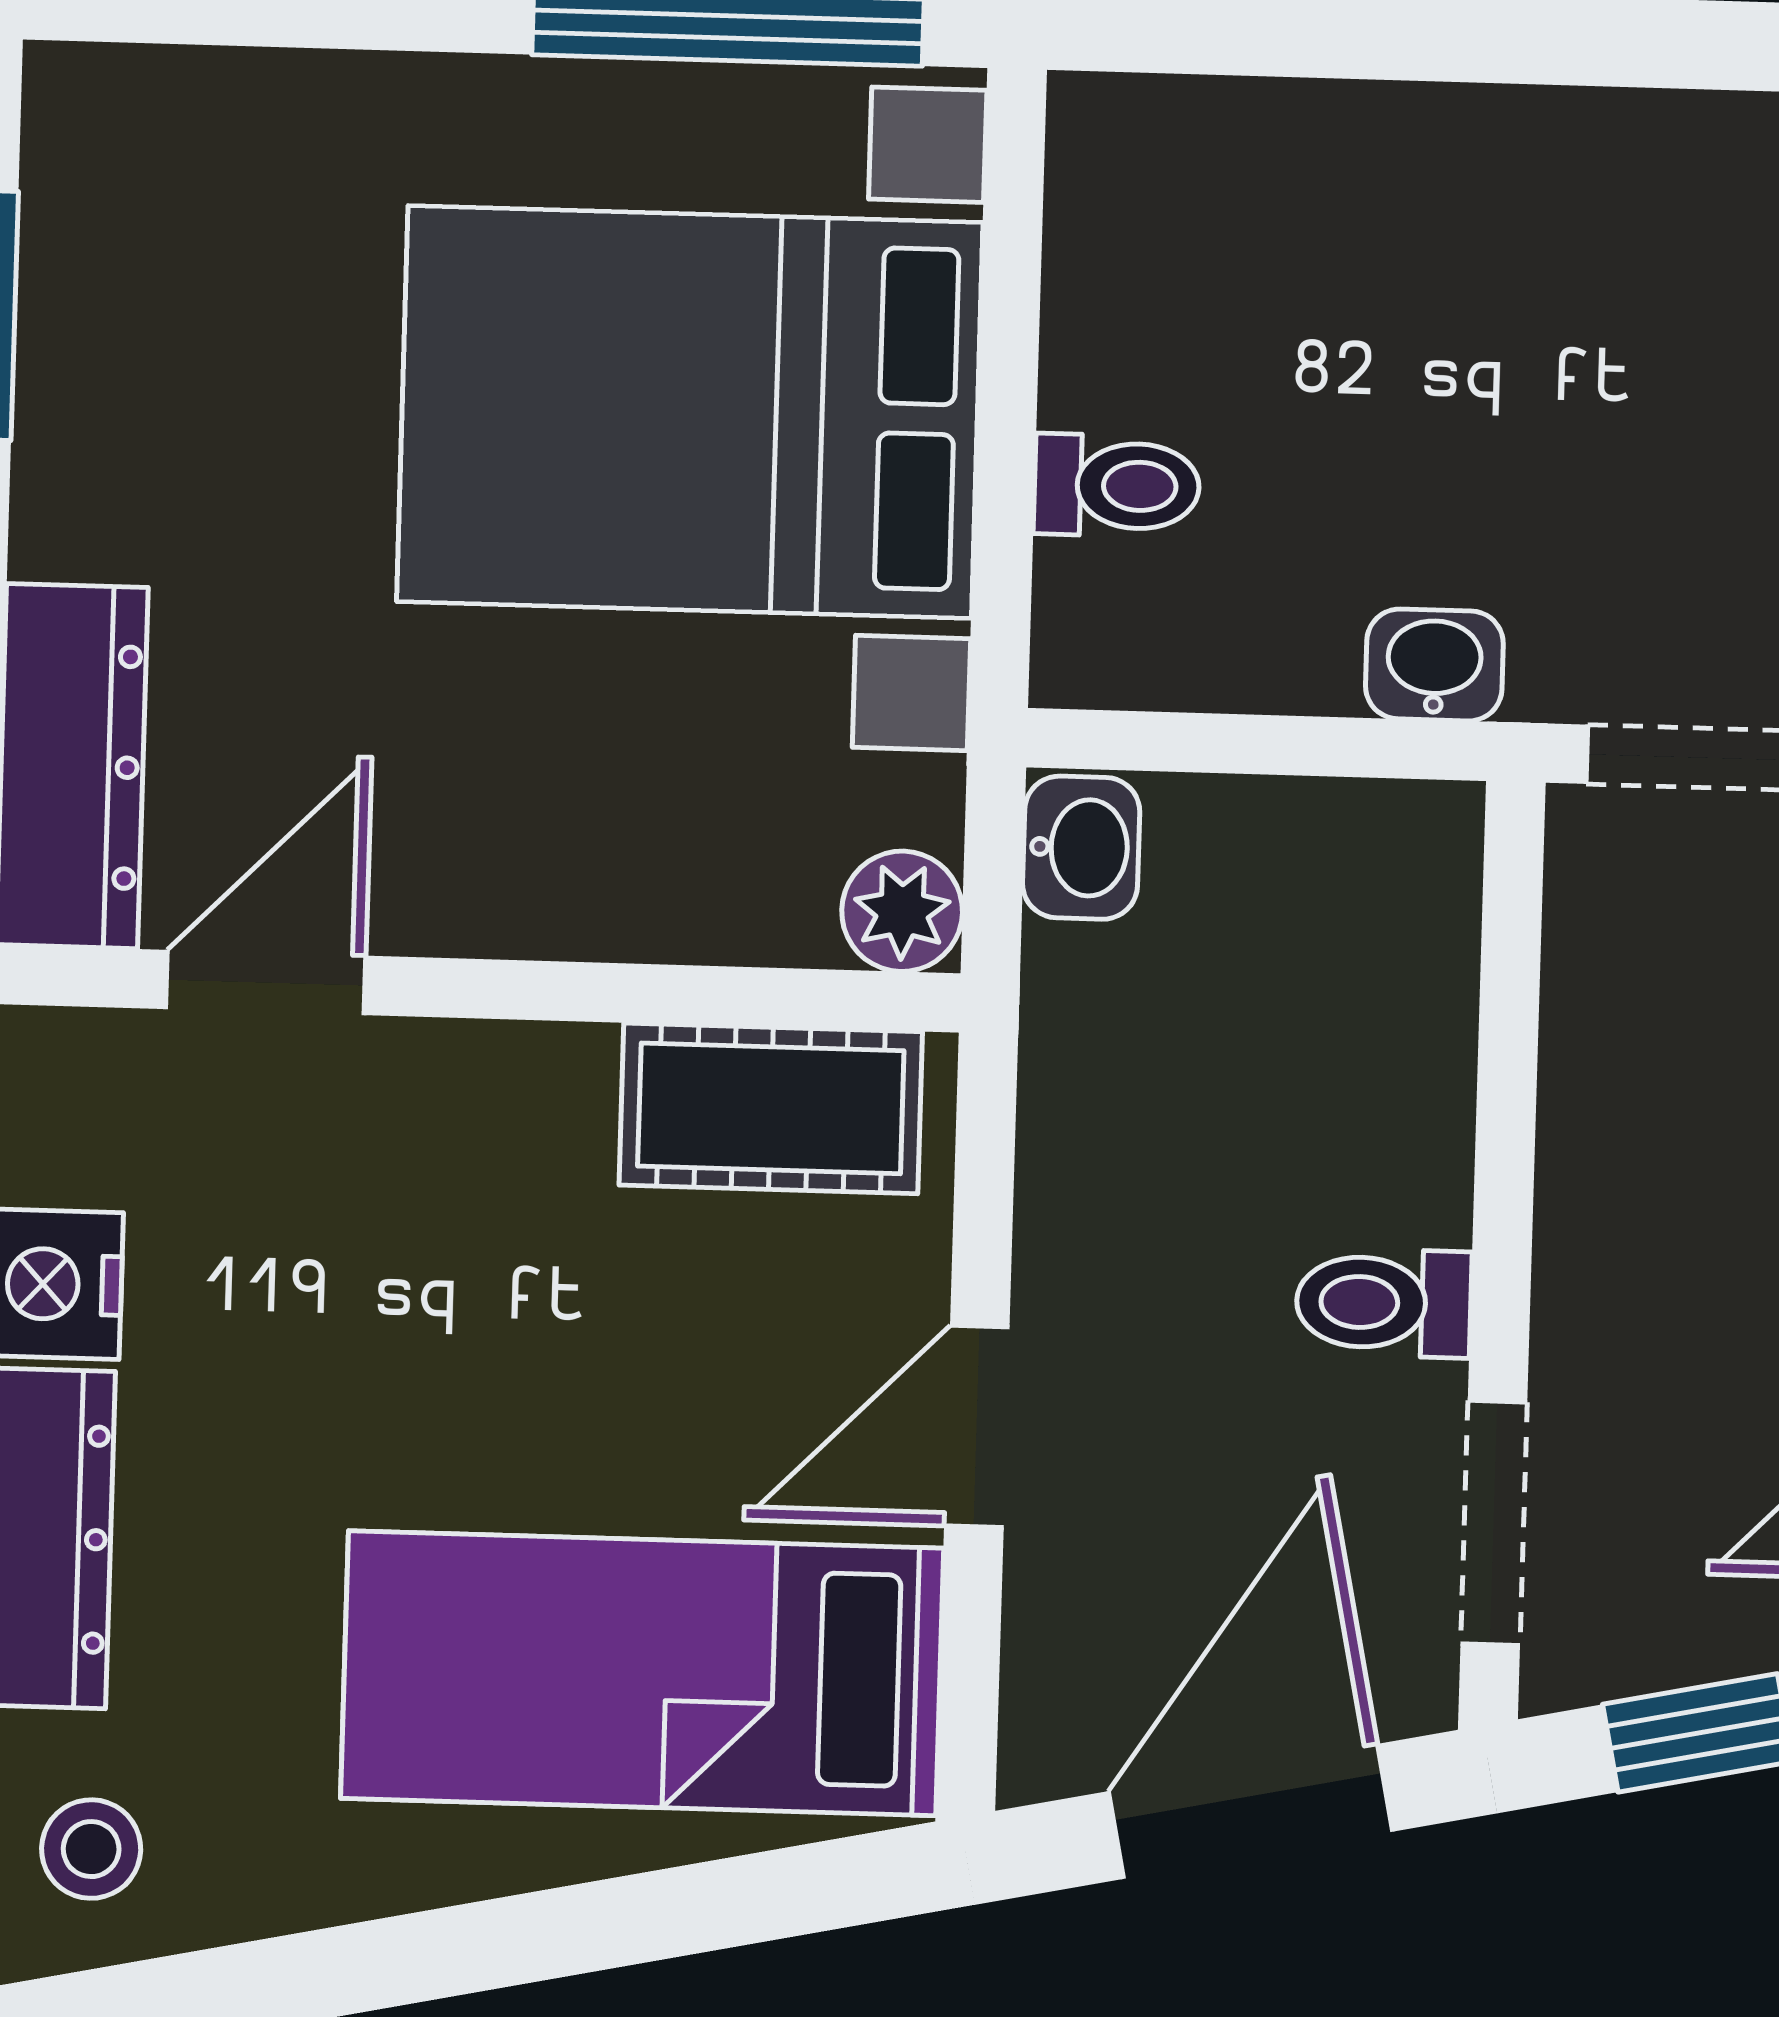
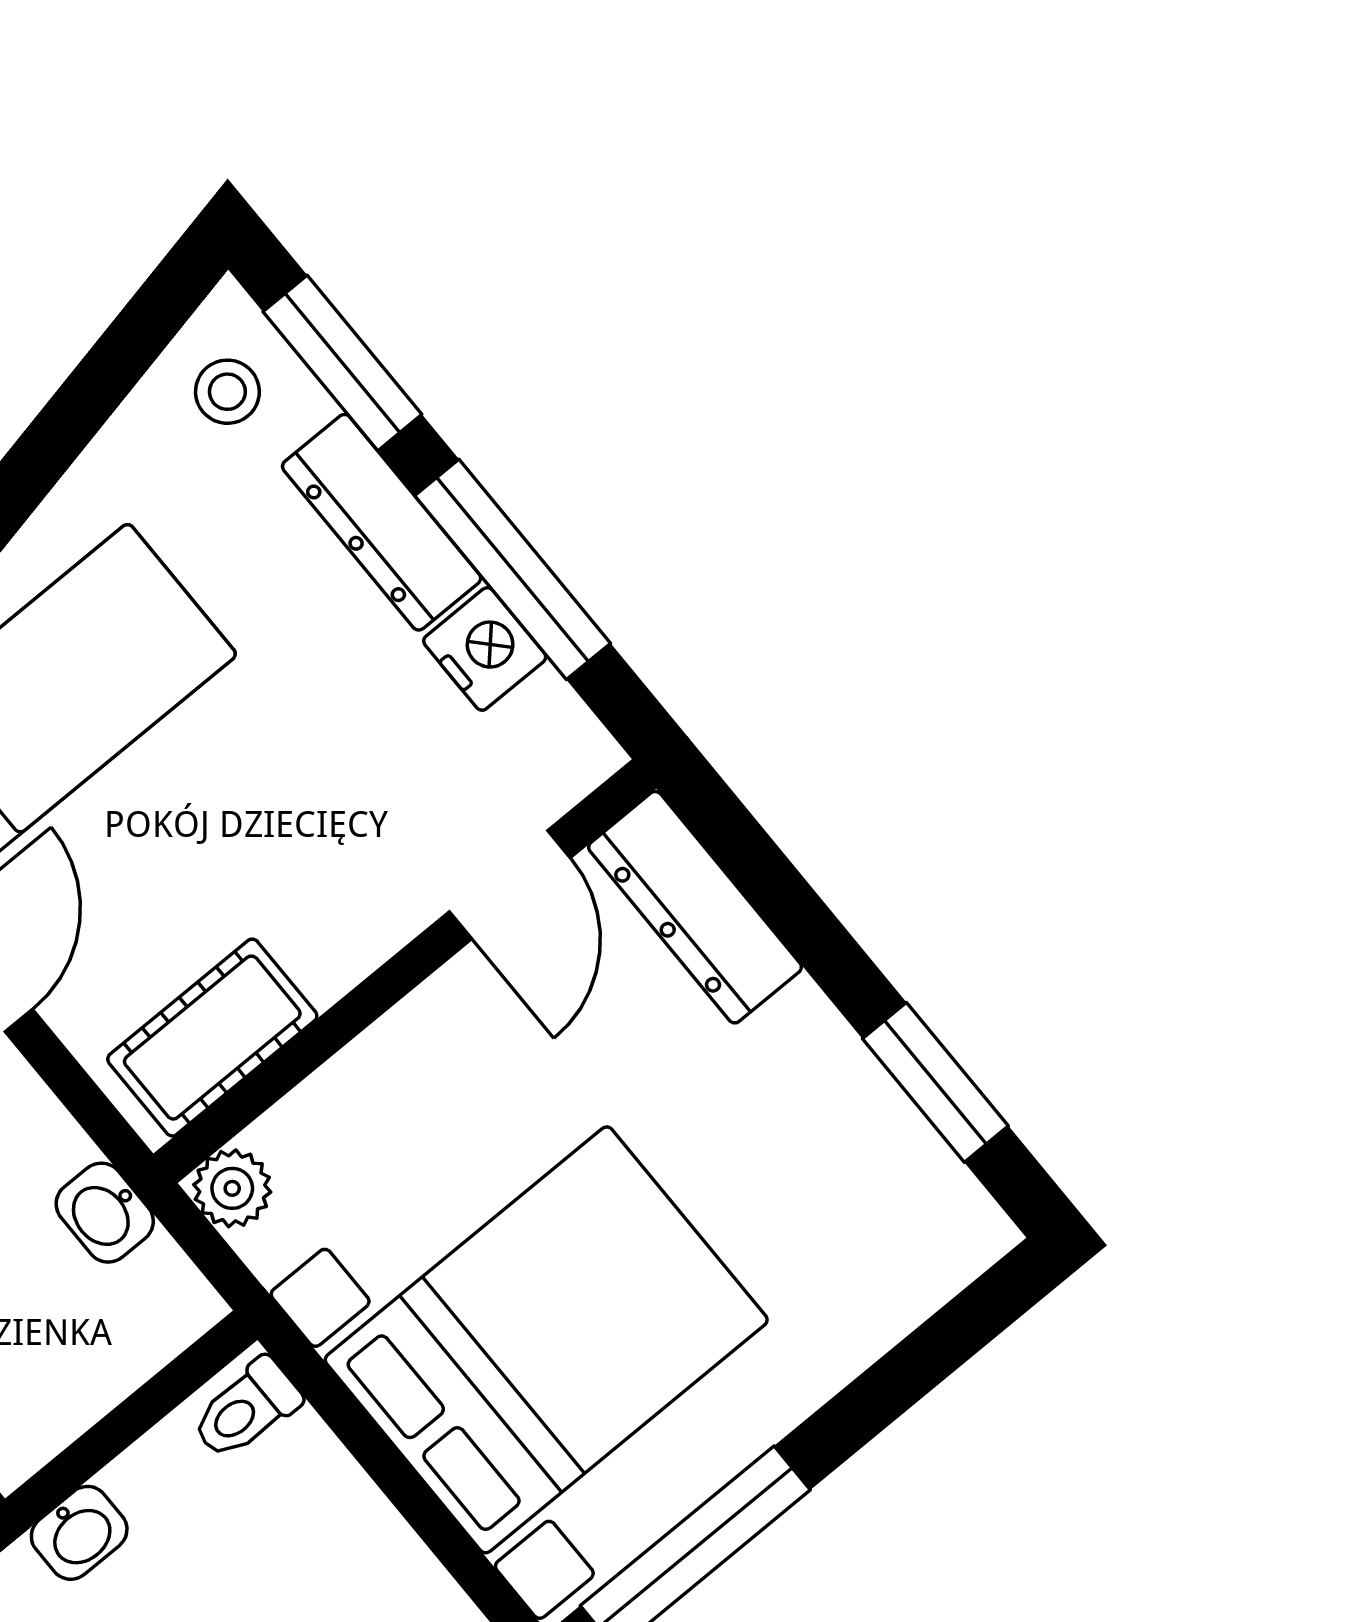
toilet: (1117, 486) -> (246, 1409), moved
washbasin: (1081, 848) -> (105, 1213), moved

